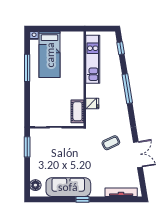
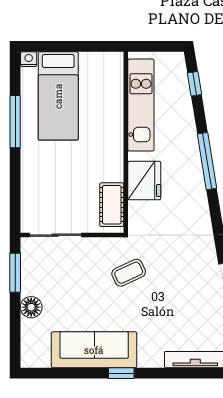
fridge: (92, 103) -> (144, 180), width x1.88, depth x1.34
coffee table: (111, 143) -> (129, 273), moved
floor lamp: (35, 185) -> (31, 307), moved

